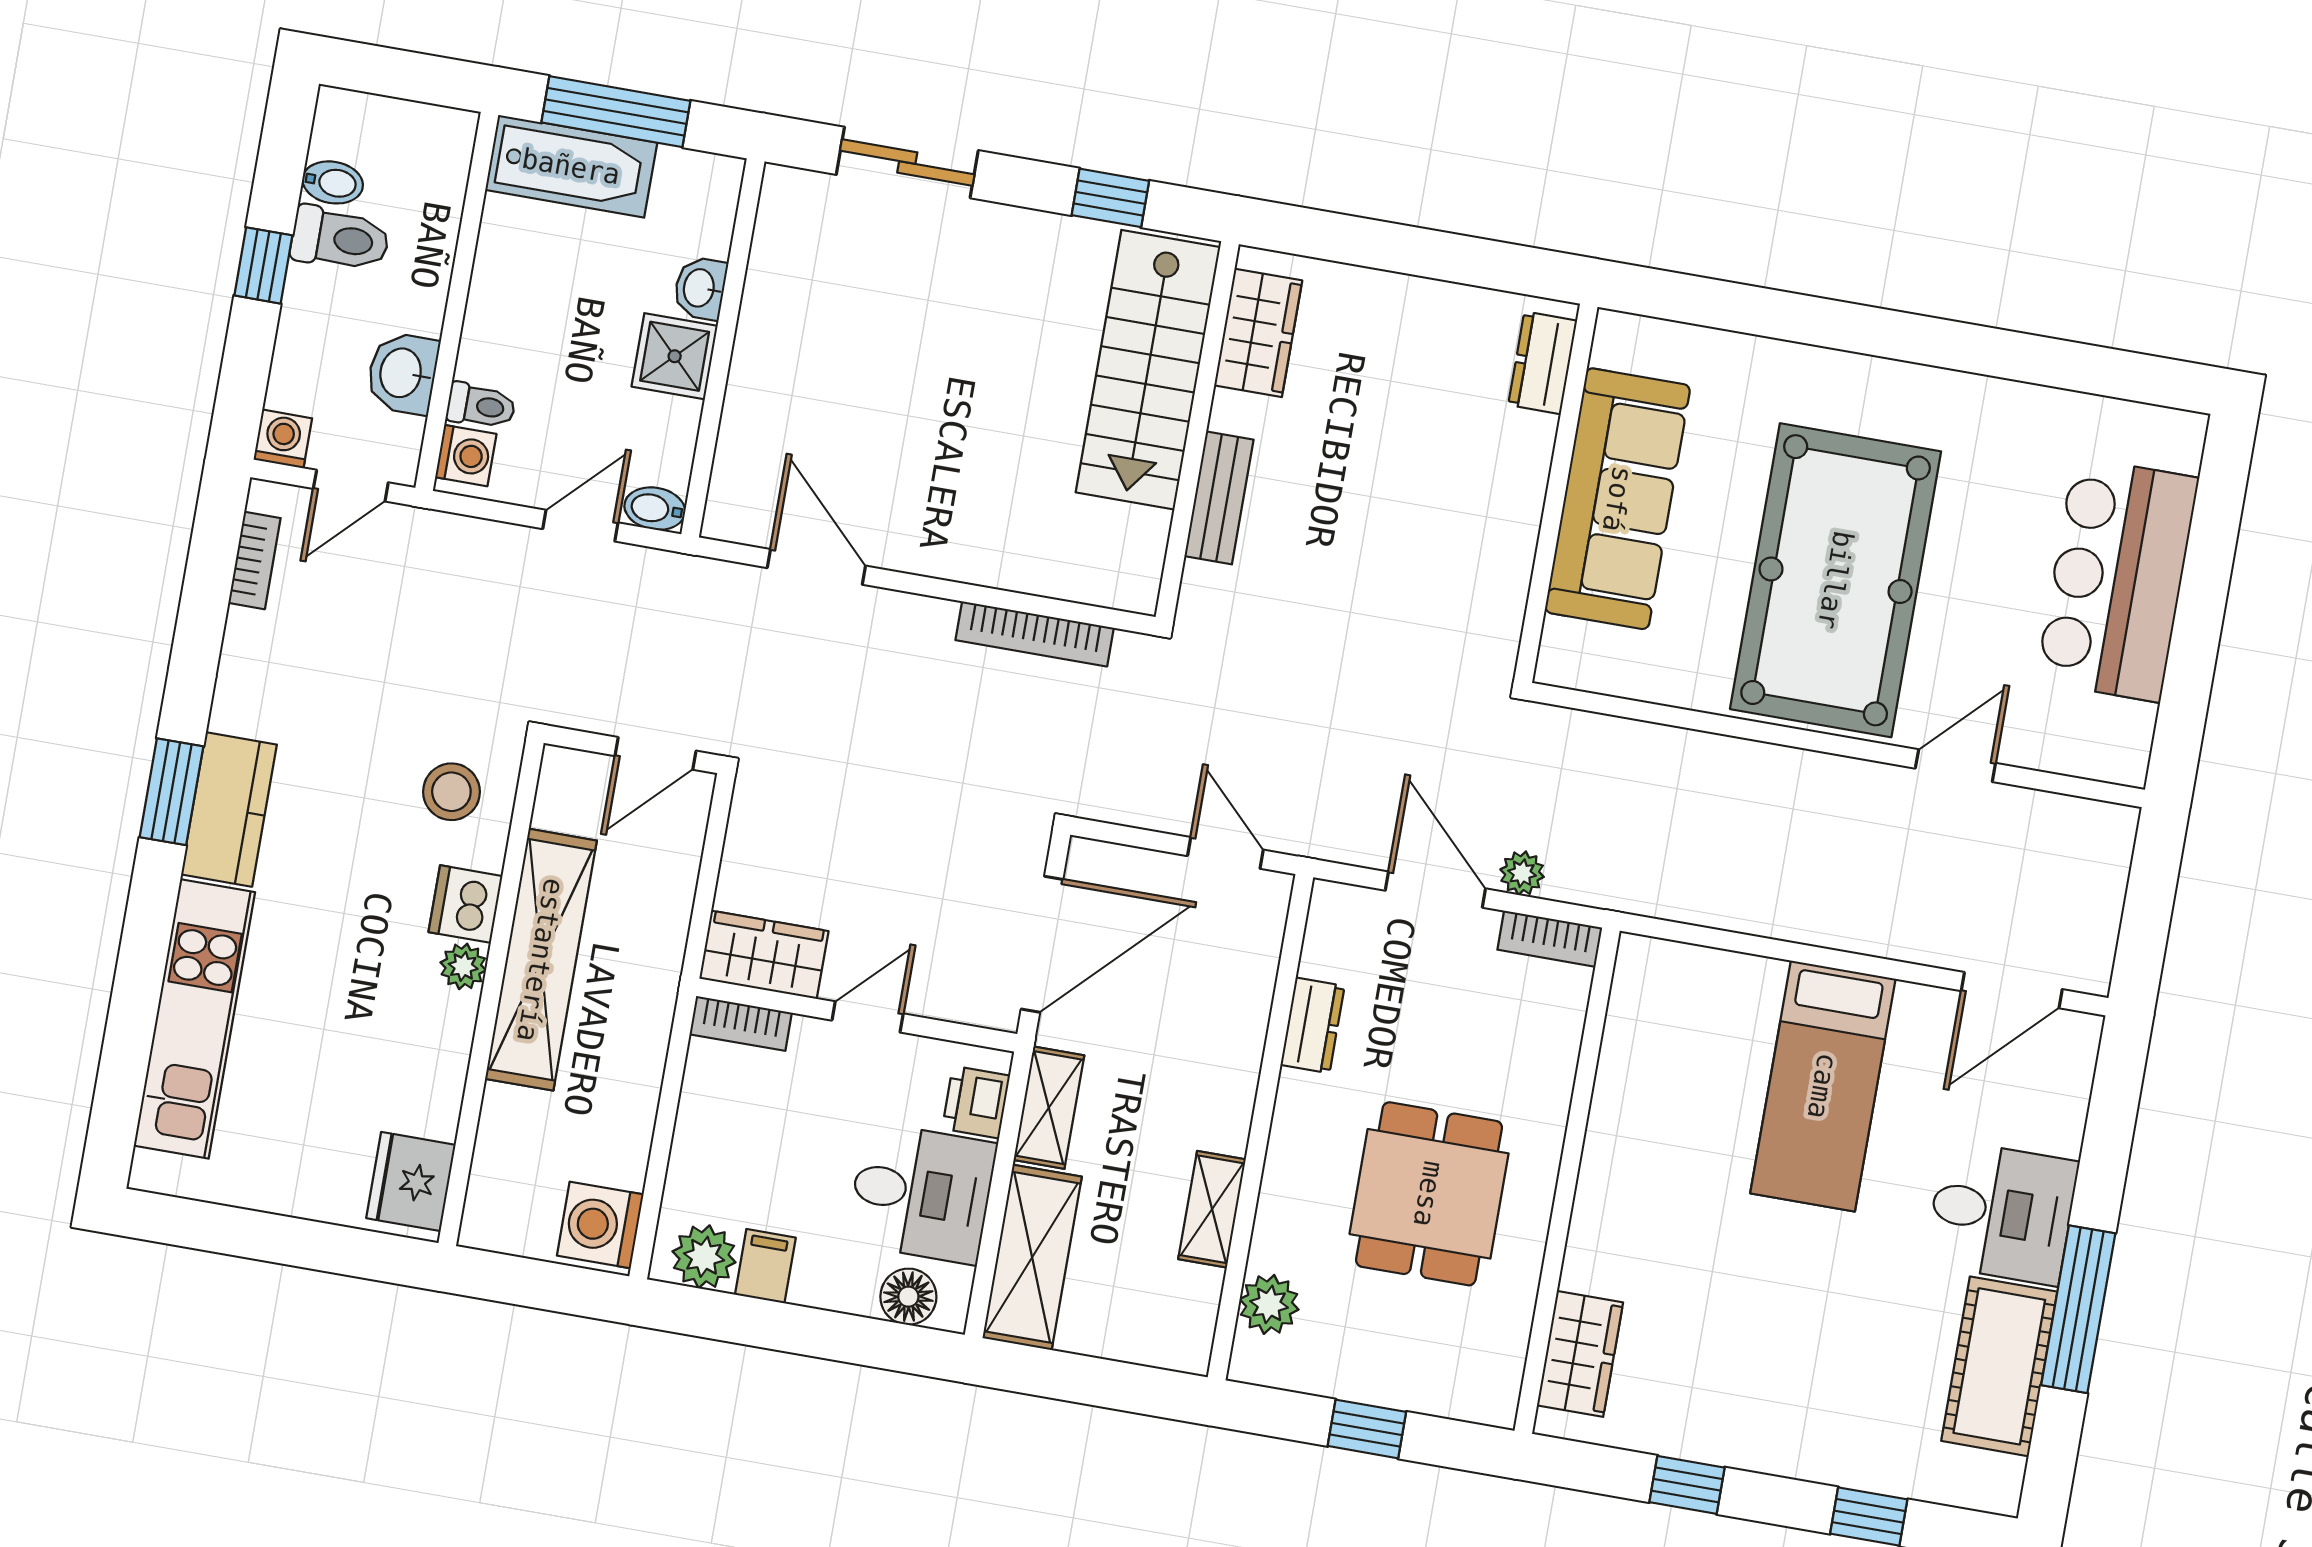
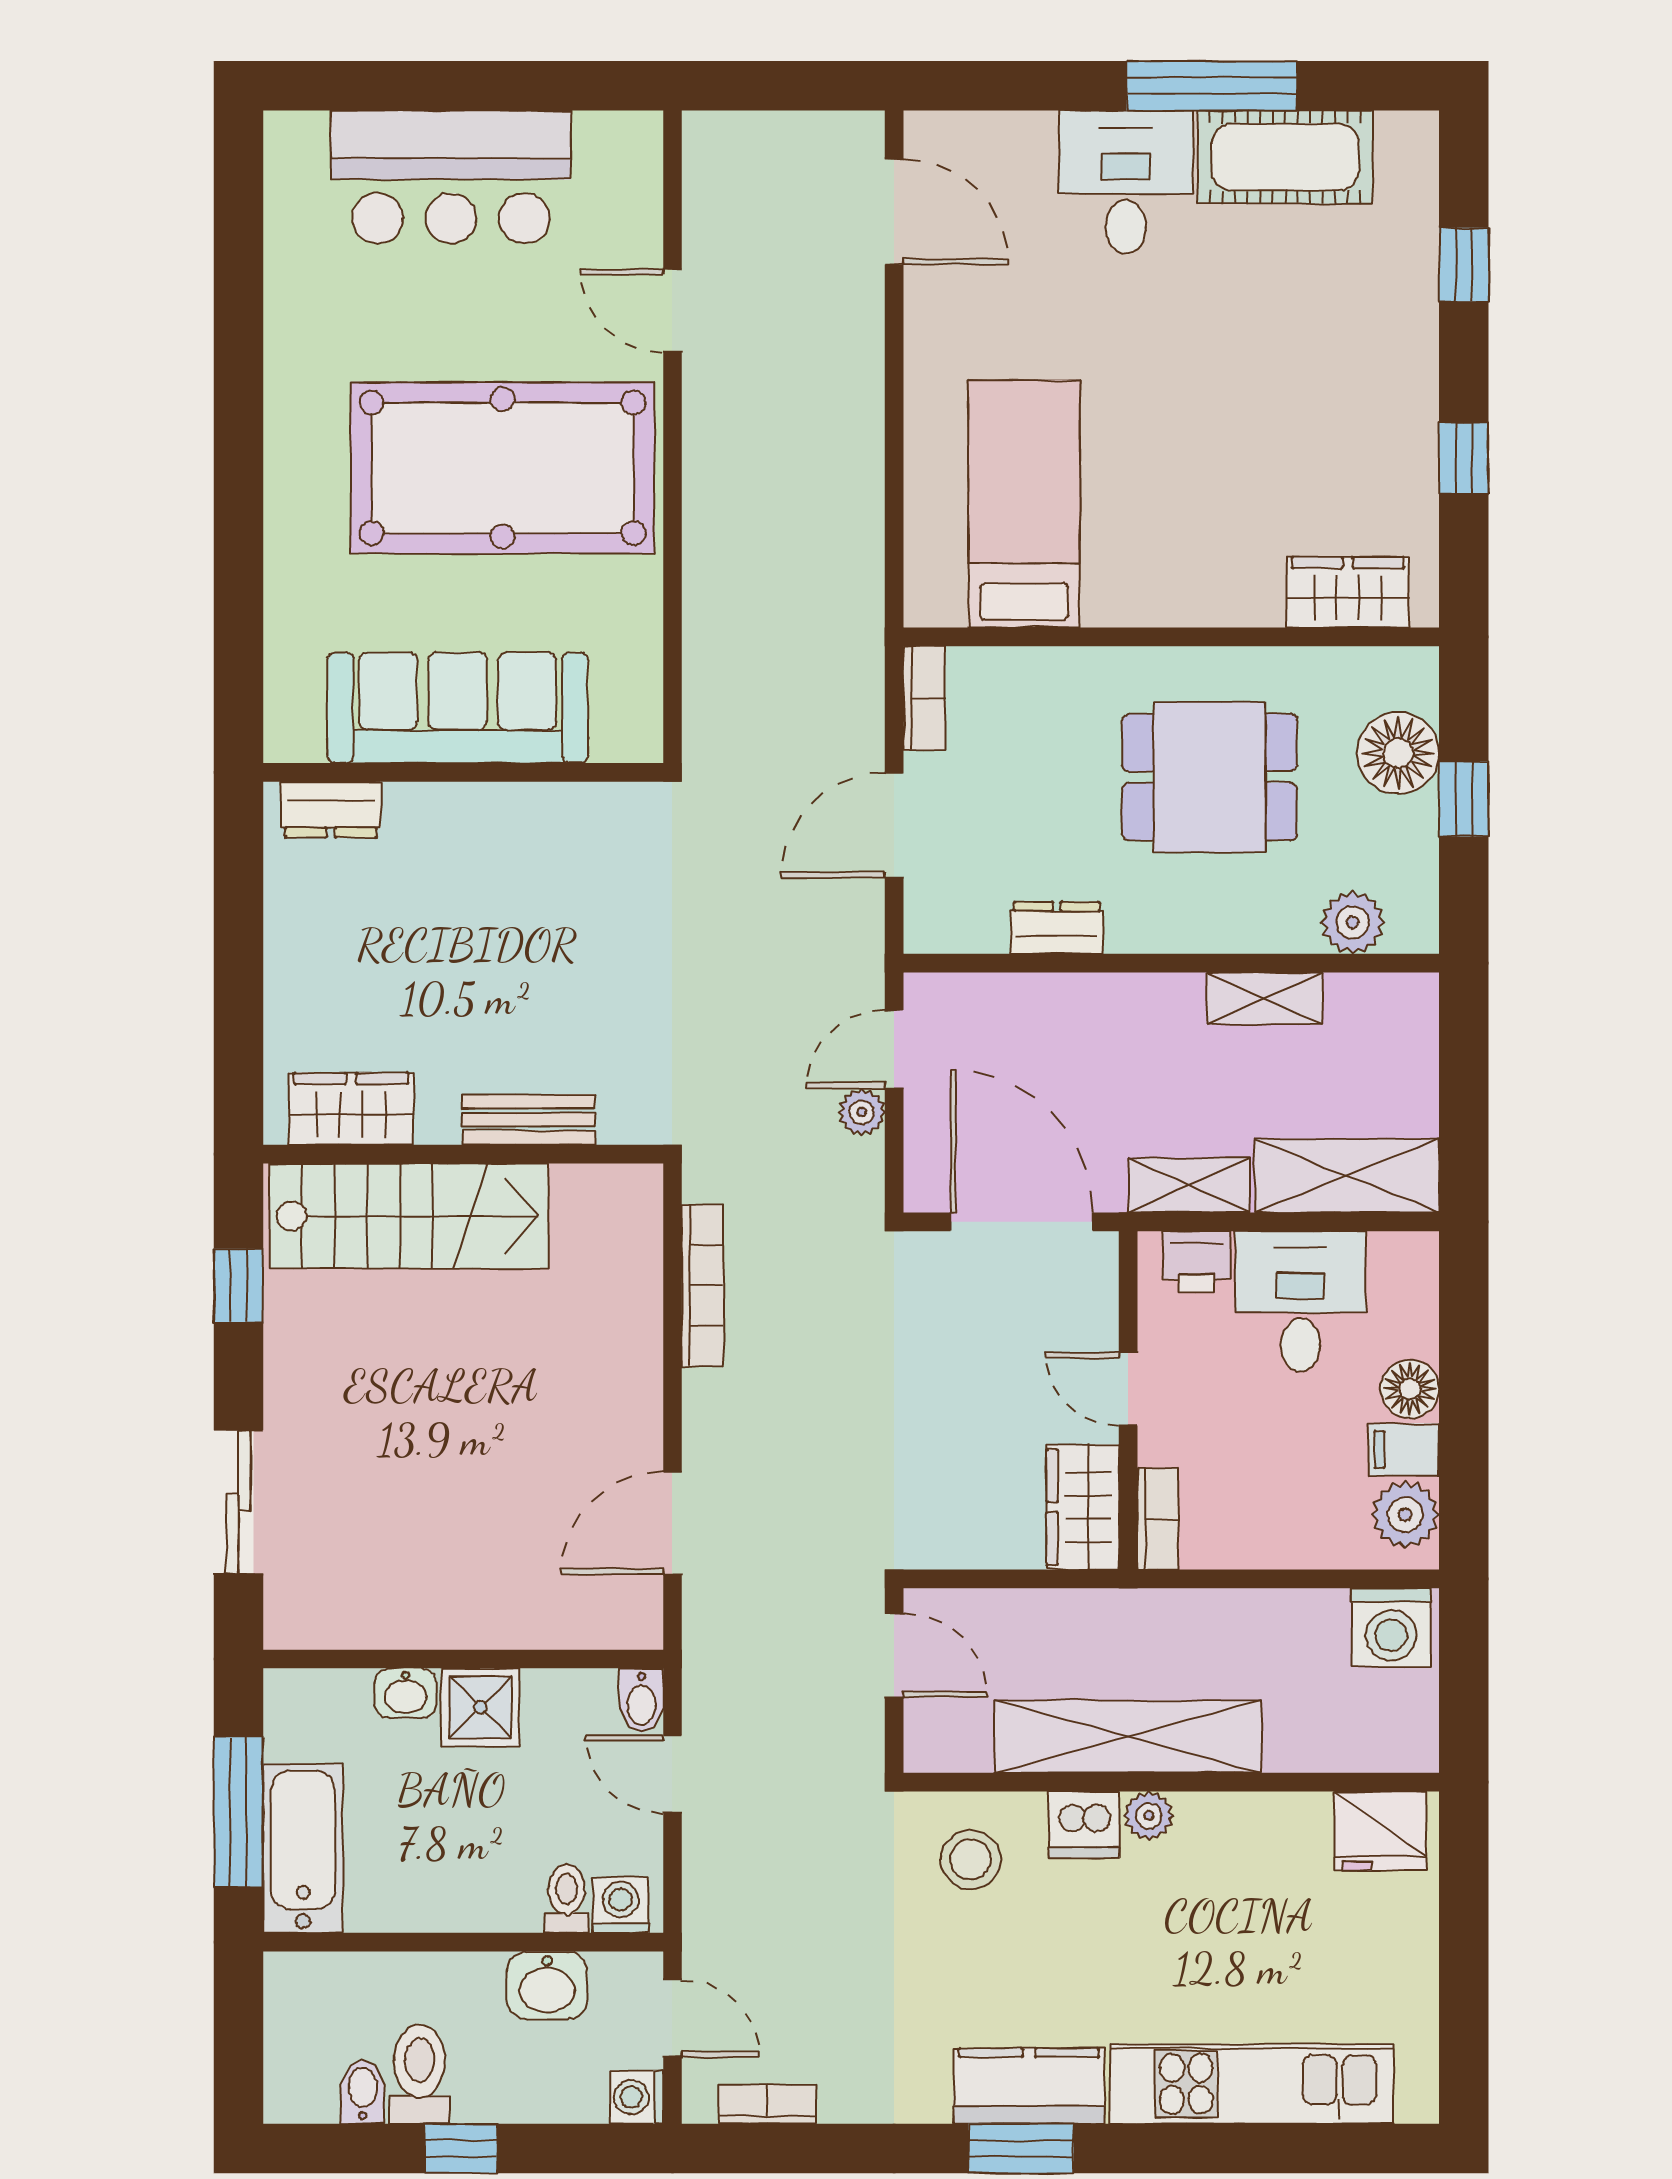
plant: (1522, 873) -> (862, 1112), moved
bed: (1823, 1086) -> (1024, 504), moved, turned -90
floor lamp: (908, 1297) -> (1410, 1389), moved
floor lamp: (1421, 1375) -> (1398, 753), added

